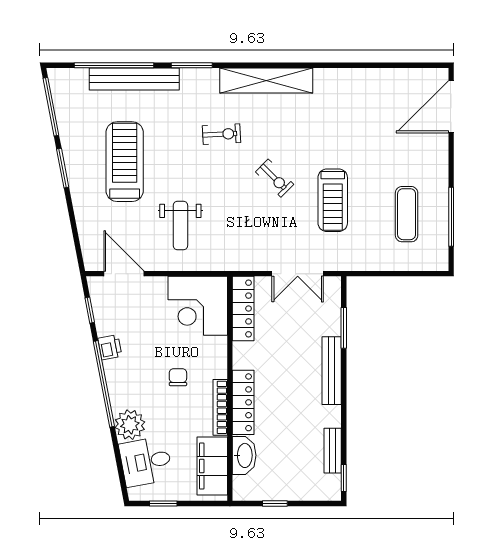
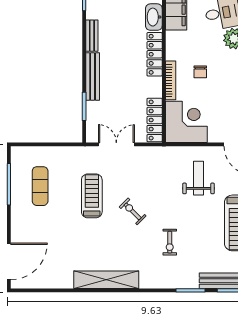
shelving: (266, 81) -> (106, 280), moved
exercise bike: (222, 134) -> (170, 242), turned -87
bookcase: (220, 407) -> (171, 80), moved
bench: (333, 451) -> (92, 36), moved

